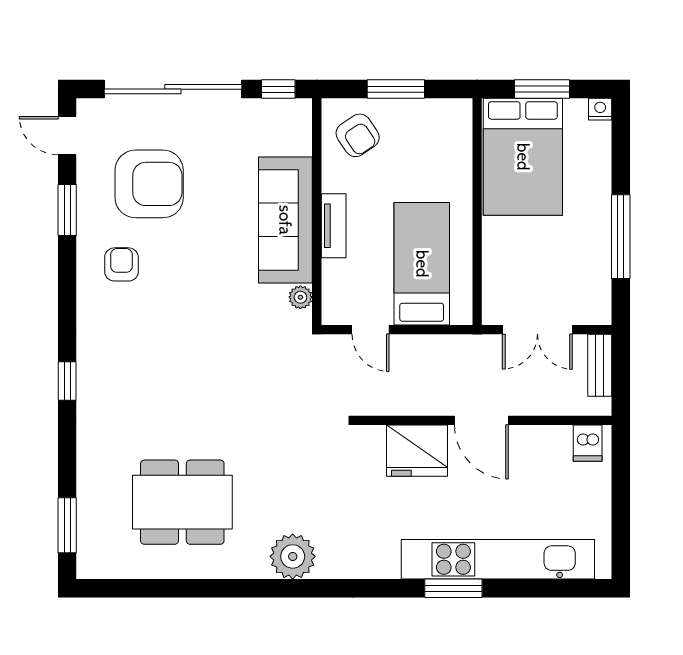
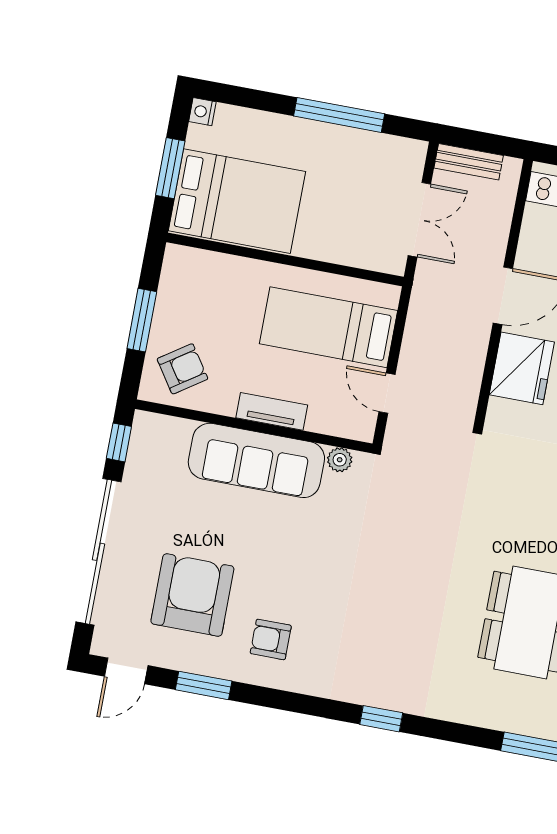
door: (371, 330) -> (387, 393), swing flipped

